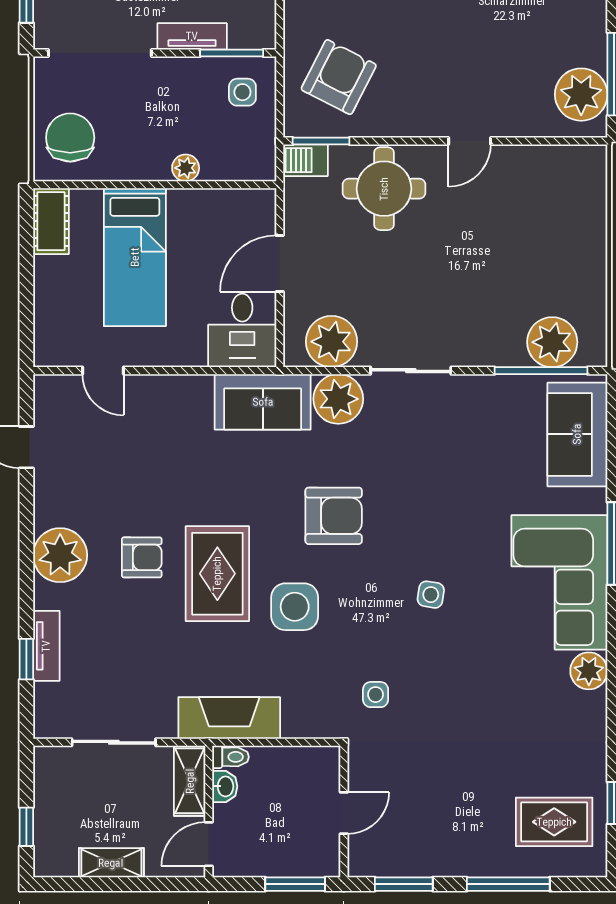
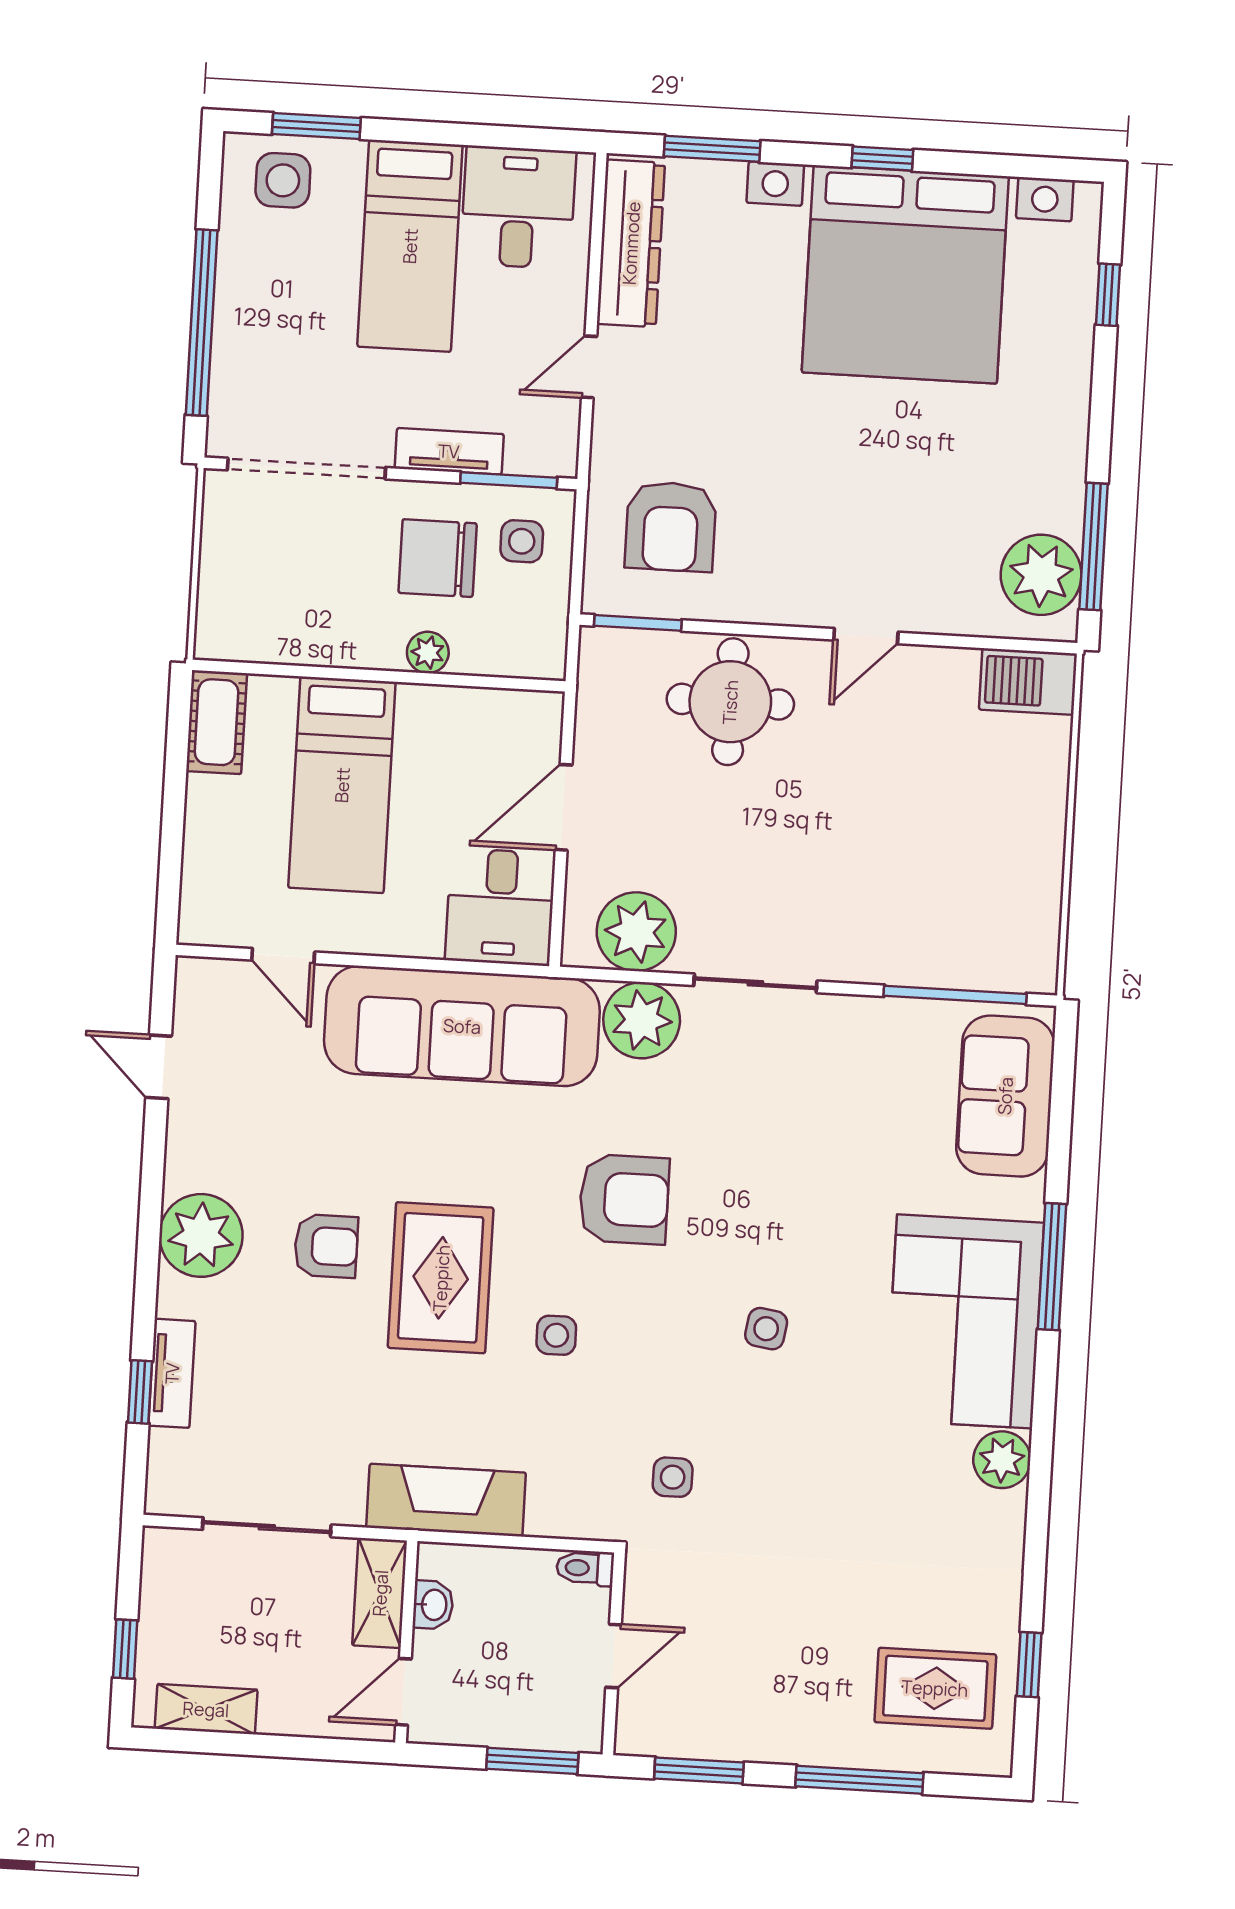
armchair: (339, 77) -> (671, 527), turned 153
chair: (70, 138) -> (438, 558), moved, turned -90
barbecue: (305, 160) -> (1028, 682), moved, width x1.38, depth x1.27
plant: (552, 342) -> (975, 952), removed
sofa: (263, 402) -> (462, 1026), width x1.85, depth x1.27
side table: (295, 607) -> (556, 1335), width x0.54, depth x0.54
toilet: (230, 757) -> (585, 1568), moved, turned 180
shelving: (111, 863) -> (206, 1709), moved

